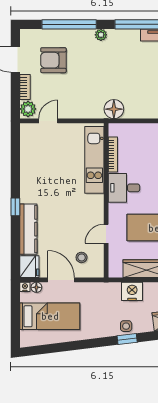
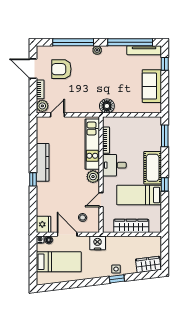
plant: (95, 203) -> (93, 177), added
kitchen counter: (28, 229) -> (43, 162), moved
nightstand: (132, 291) -> (98, 243), moved

